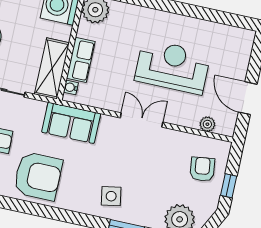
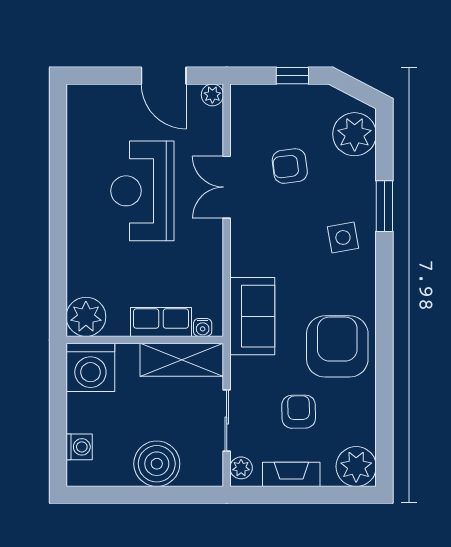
door: (248, 98) -> (164, 76), hinge flipped
double door: (142, 120) -> (227, 187), moved
plant: (207, 124) -> (212, 95), moved
armchair: (202, 169) -> (290, 166), moved

